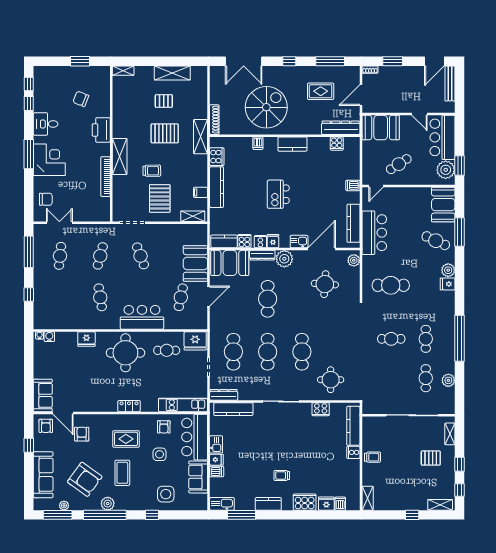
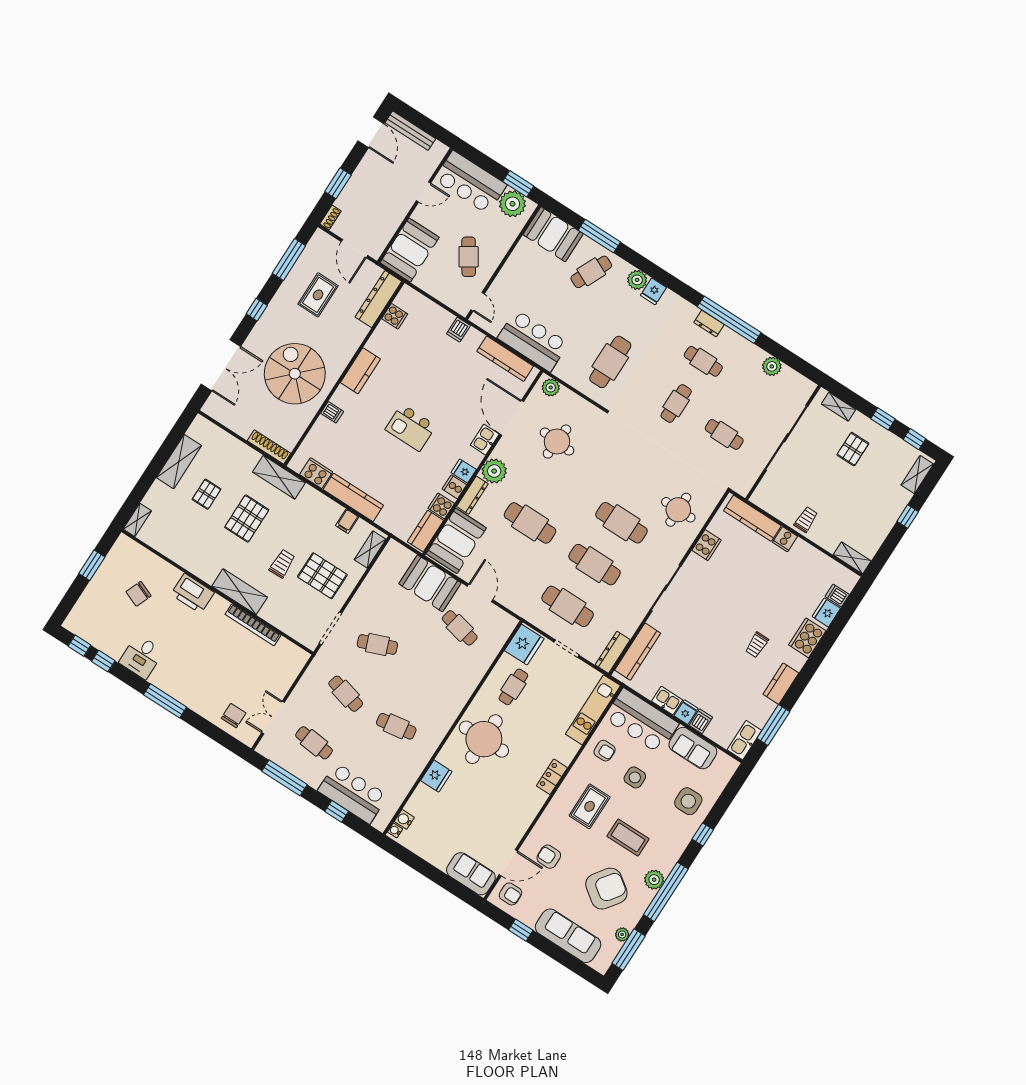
corner desk: (49, 160) -> (188, 680), removed
bar counter: (142, 317) -> (353, 793), moved, turned 90
dresser: (450, 328) -> (709, 324), added
cafe table: (426, 378) -> (724, 434), moved

